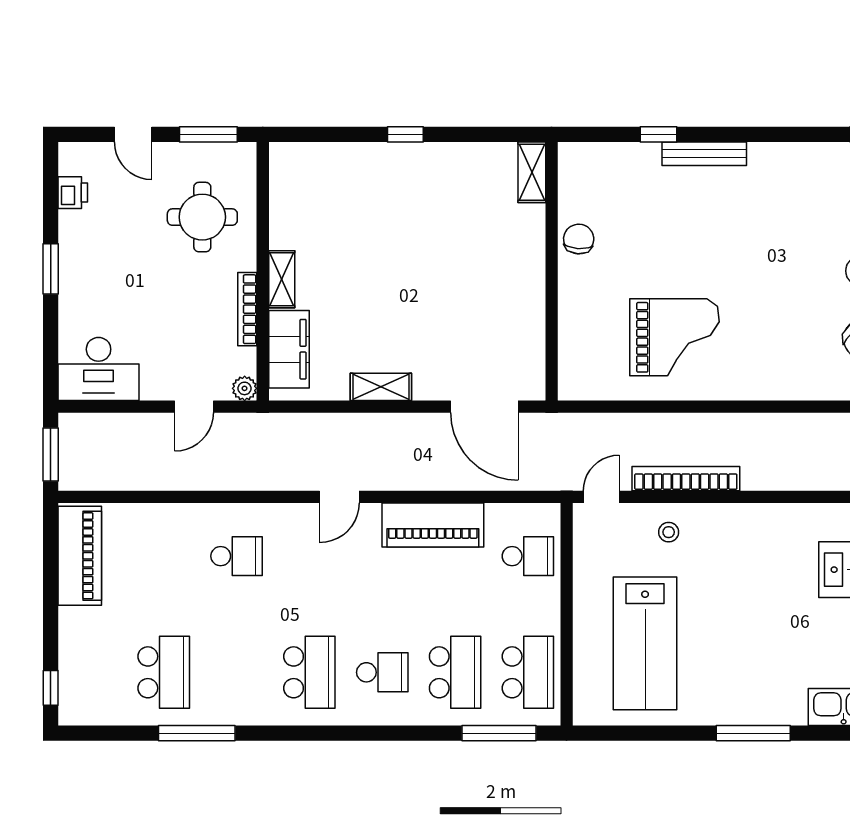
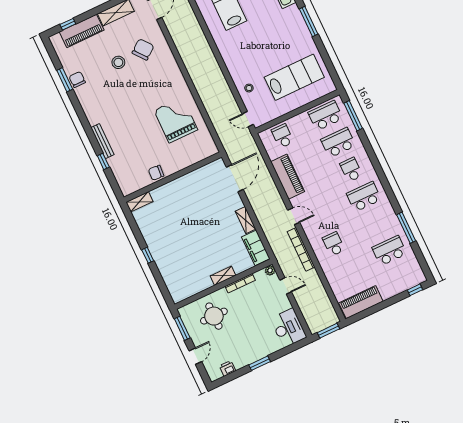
filing cabinet: (289, 349) -> (256, 248), moved, turned -90
bookcase: (686, 479) -> (301, 249), moved

